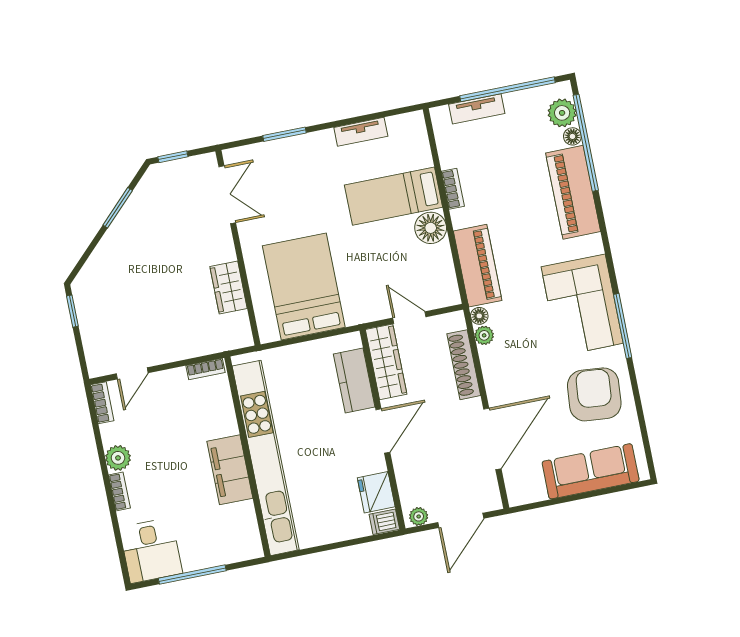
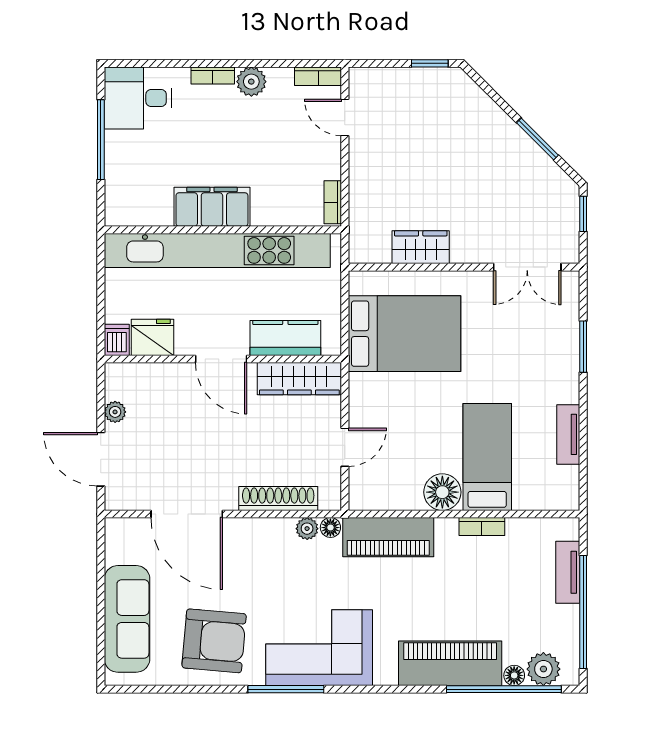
wardrobe: (386, 362) -> (299, 379), moved
kitchen counter: (354, 381) -> (285, 338), moved
wall: (382, 429) -> (223, 359), moved
door: (383, 431) -> (221, 359), moved
fridge: (376, 492) -> (152, 337), moved
dishwasher: (384, 522) -> (117, 340), moved

